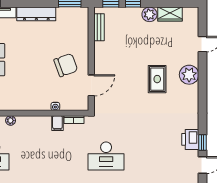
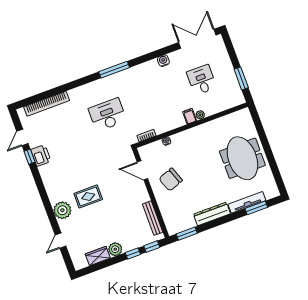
bench: (99, 27) -> (153, 218), width x1.36
rug: (157, 79) -> (88, 196), turned 90
door: (91, 85) -> (142, 170), hinge flipped
filing cabinet: (57, 123) -> (190, 116), moved

